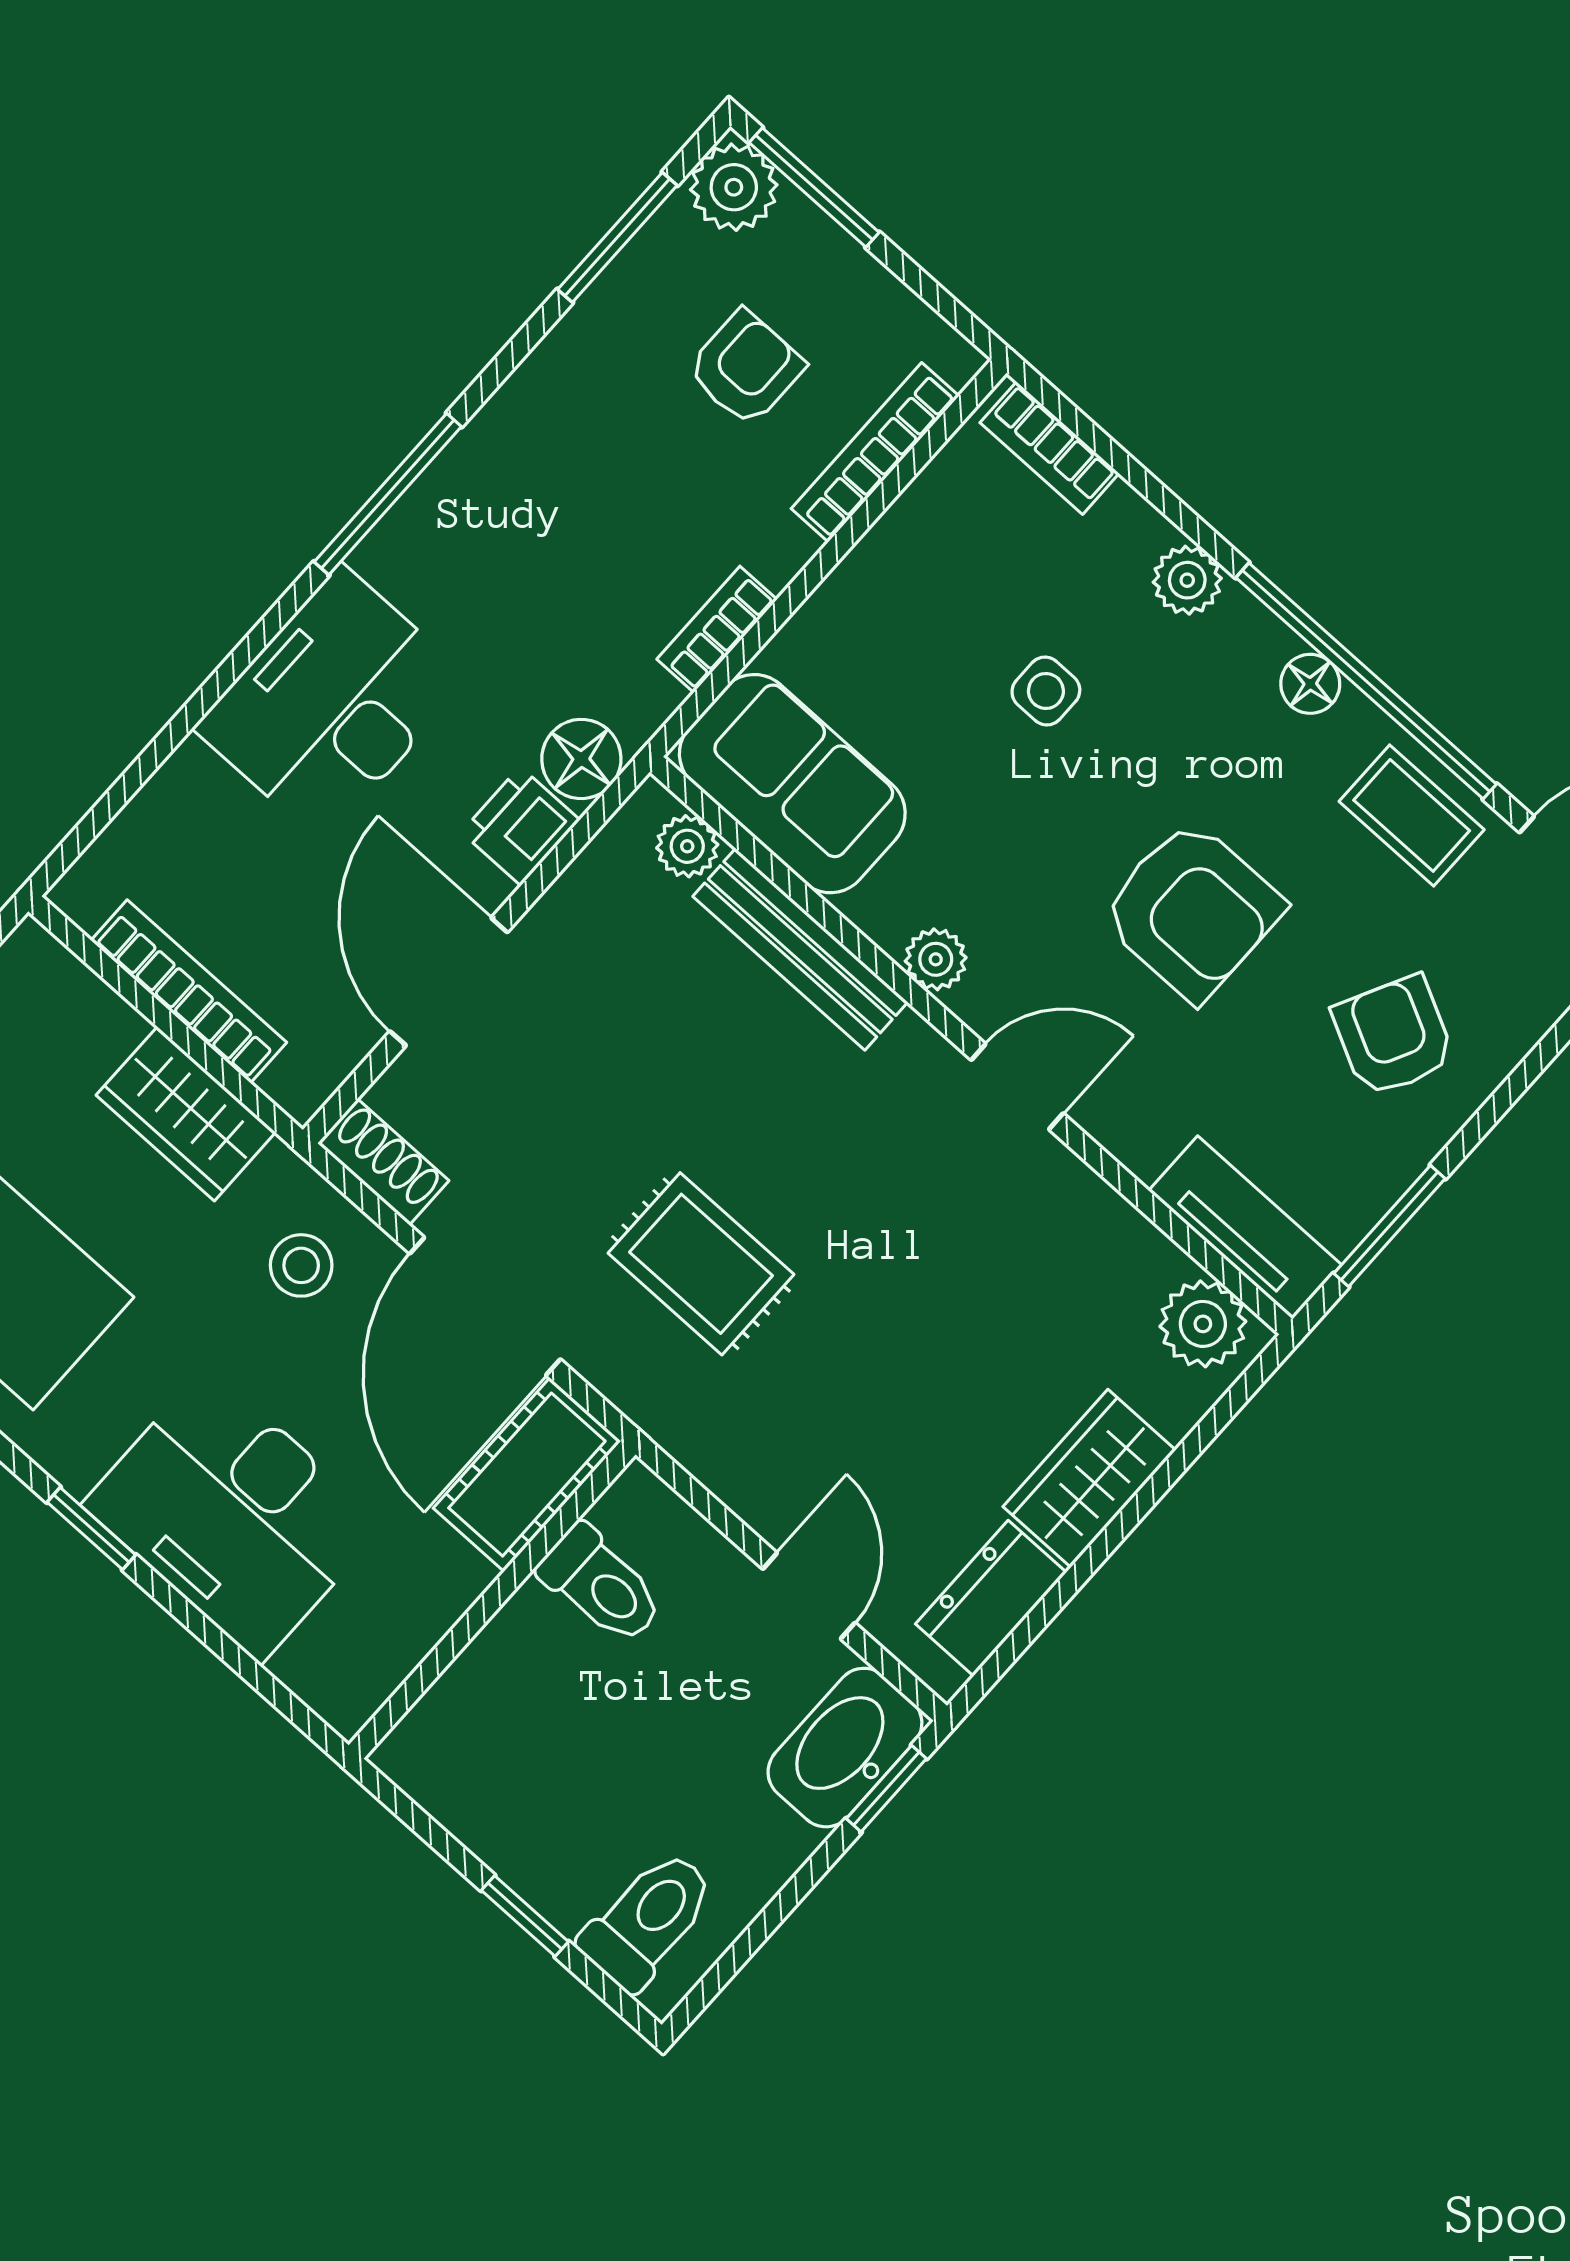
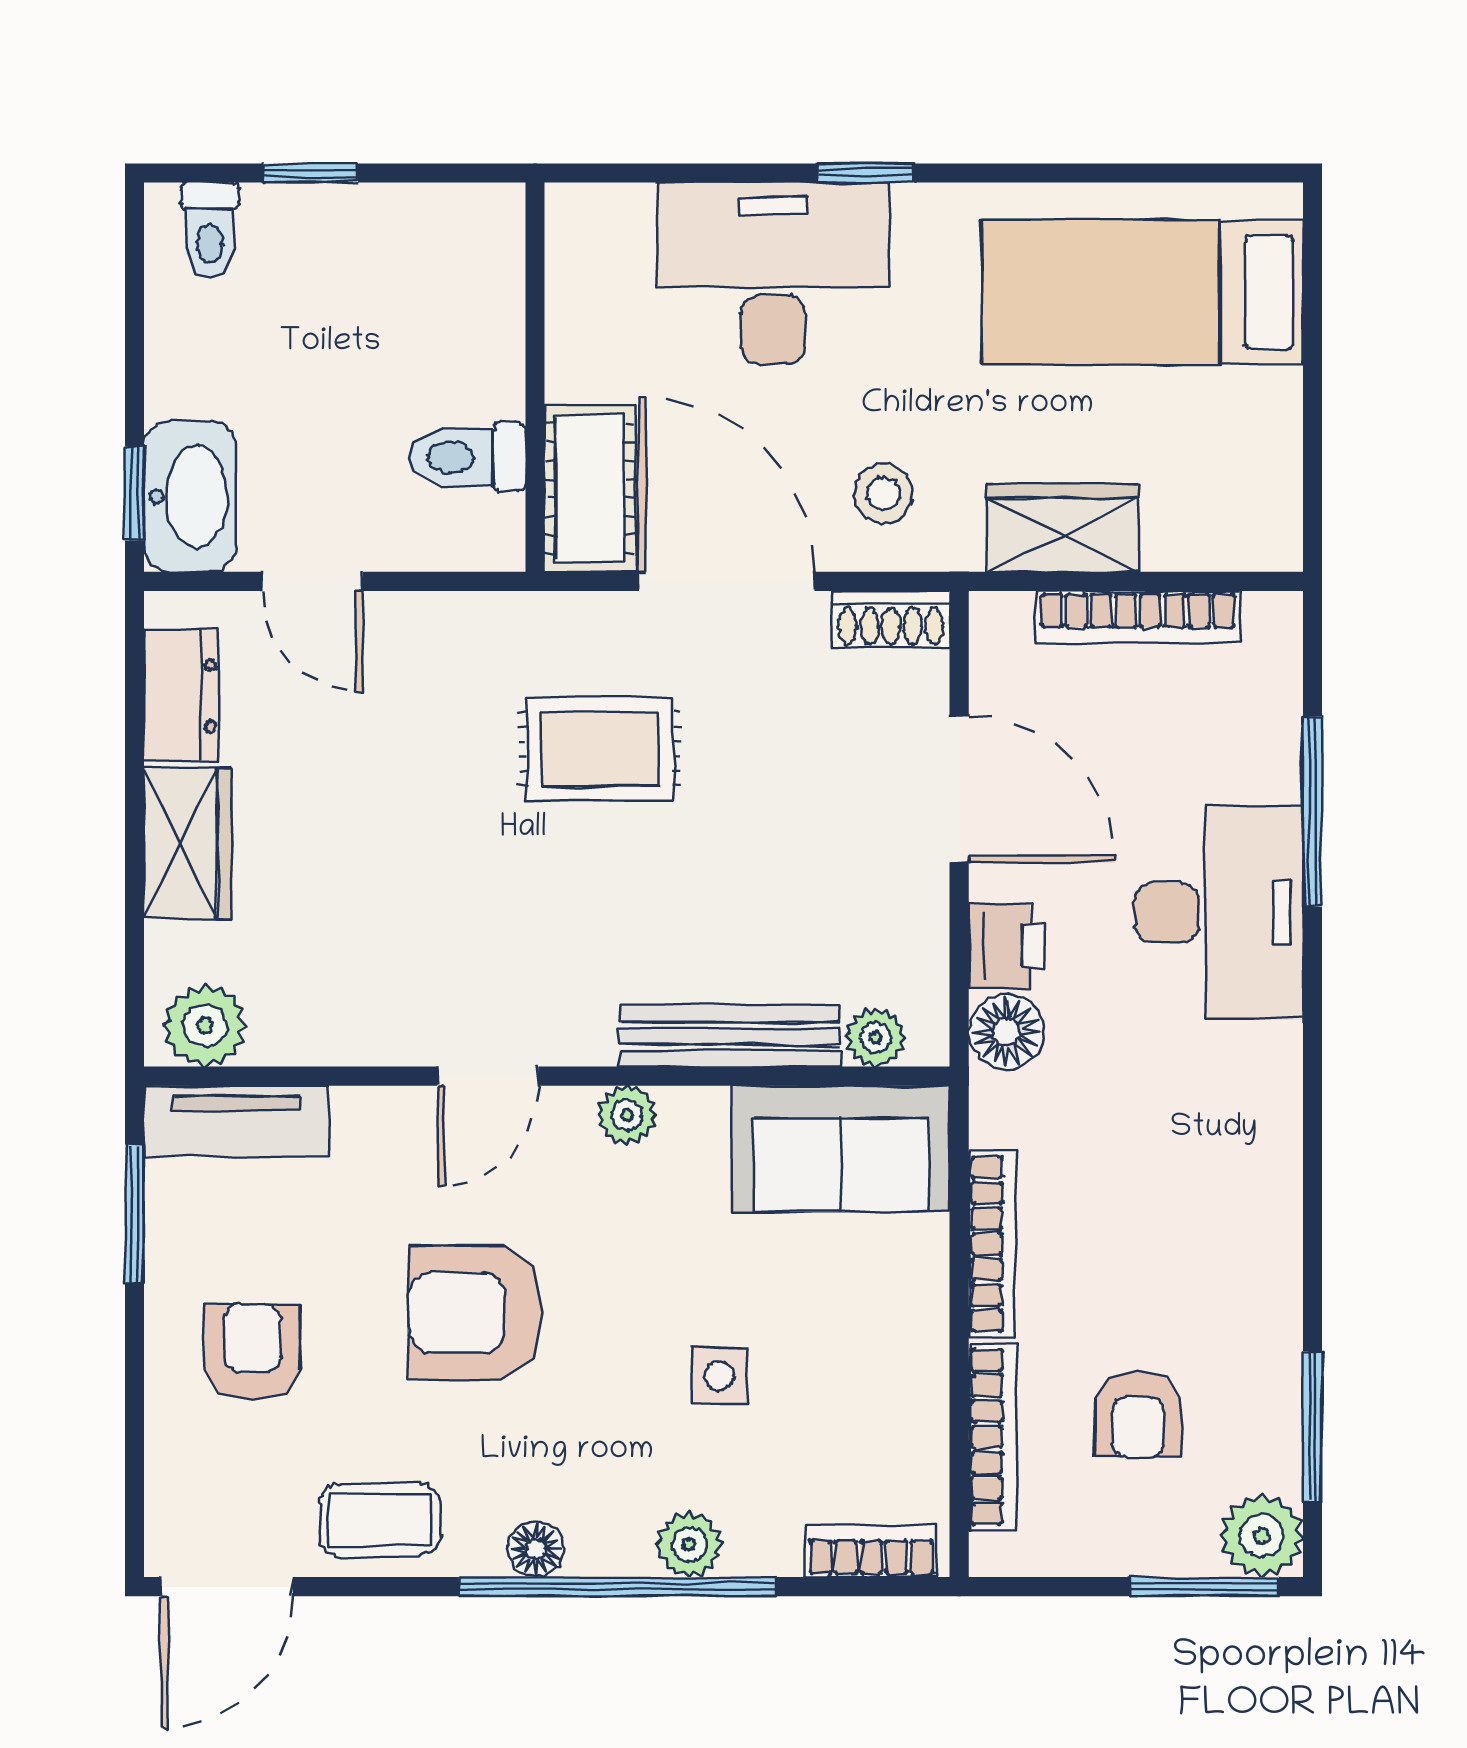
window: (388, 494) -> (1313, 812), moved
bookcase: (717, 629) -> (992, 1244), width x1.56
window: (1366, 681) -> (617, 1587), moved
armchair: (1393, 1036) -> (252, 1351), turned -117
toilet: (648, 1920) -> (210, 230), width x0.73, depth x0.72

